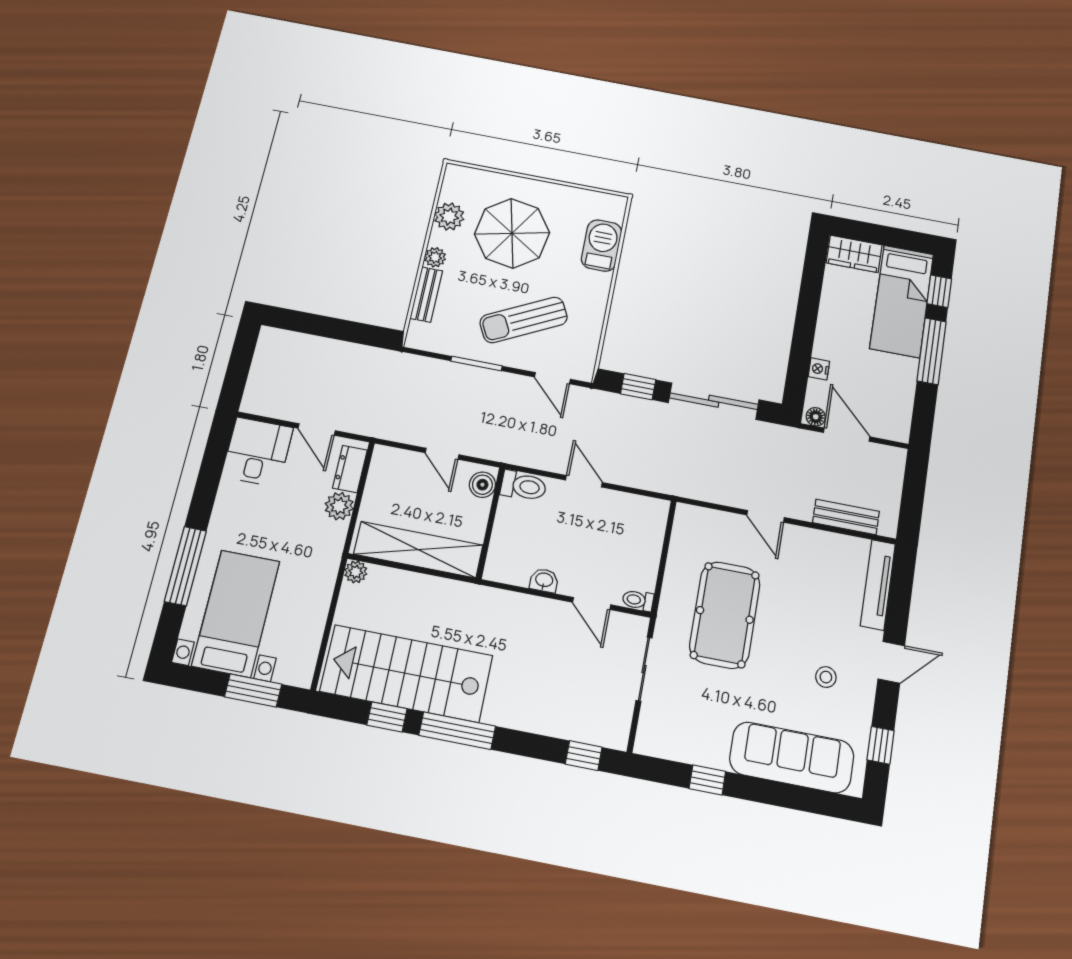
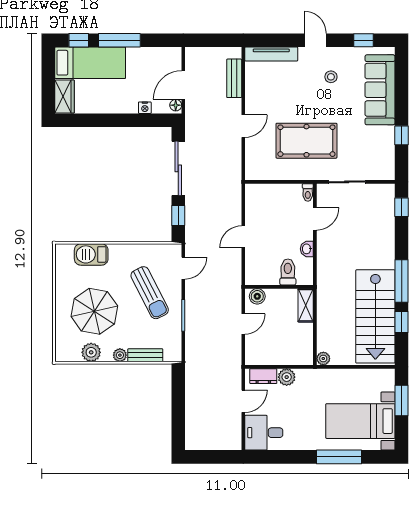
toilet: (524, 486) -> (288, 272), moved
shelving: (418, 550) -> (306, 305), width x0.45, depth x0.75

